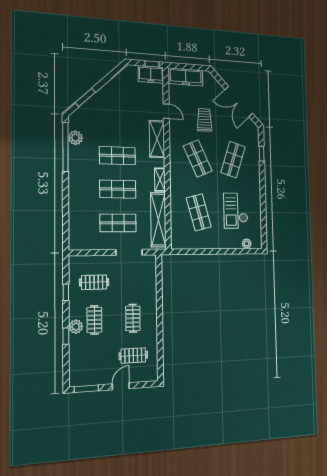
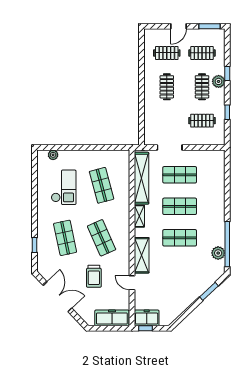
shop shelf: (233, 160) -> (65, 238), turned -30
clothes rail: (95, 358) -> (202, 53), added

